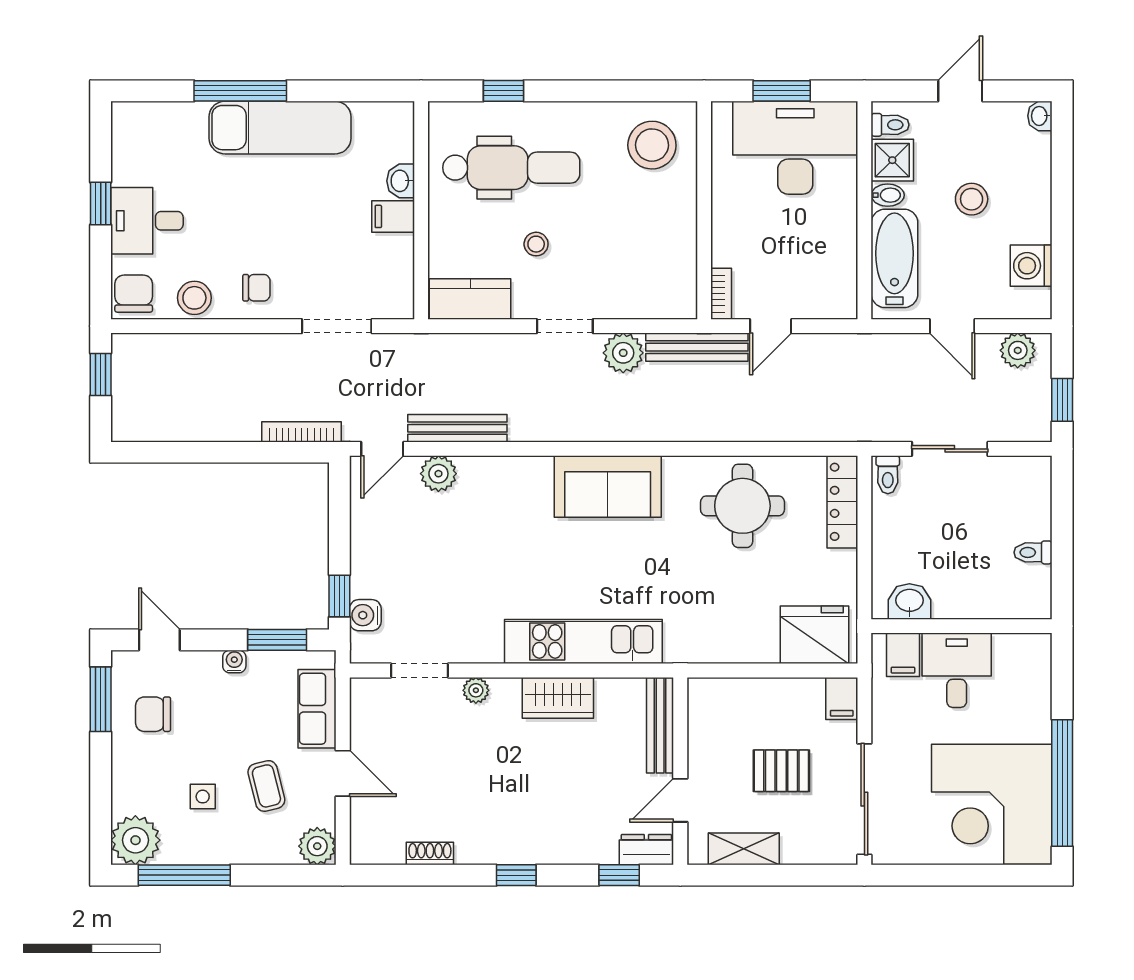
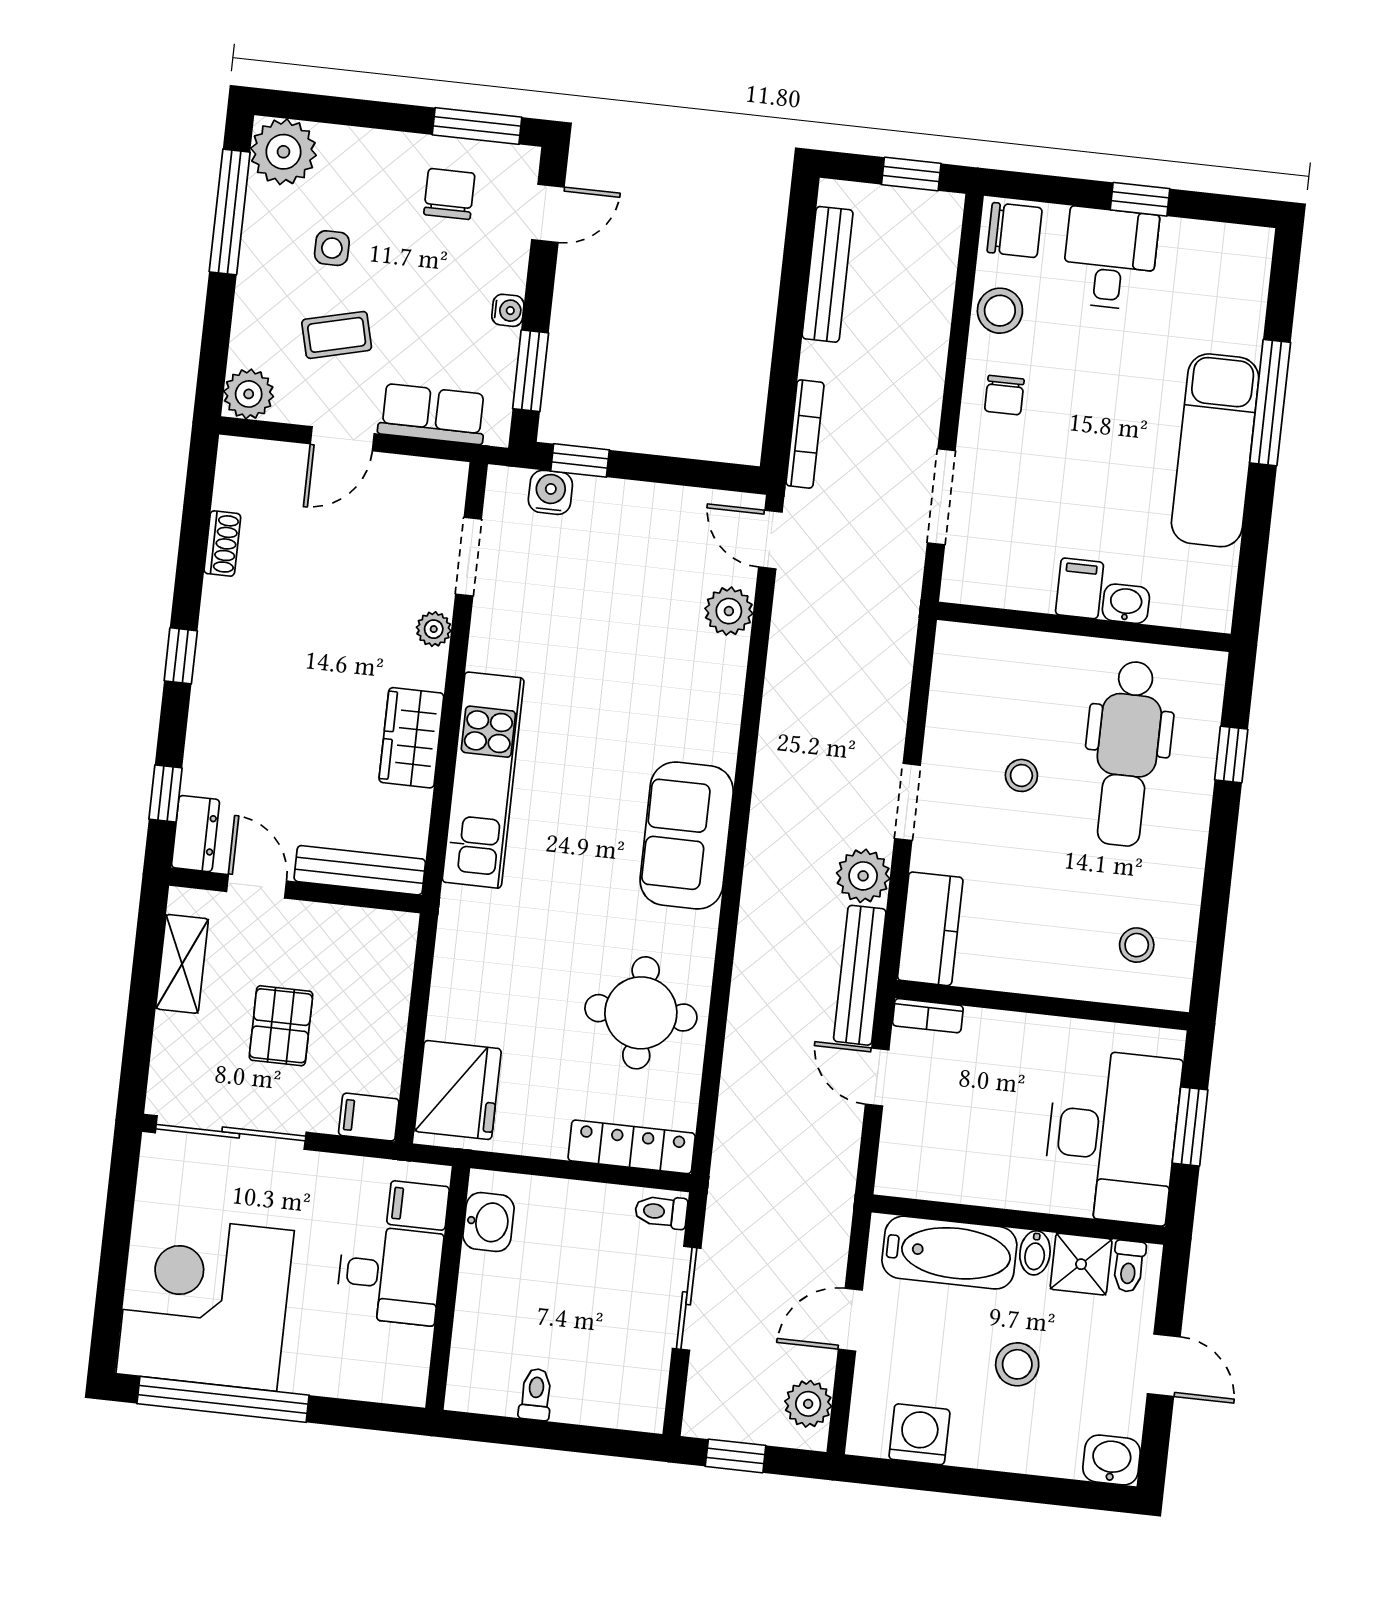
washbasin: (1040, 116) -> (1112, 1460), width x1.38, depth x1.45
stool: (652, 145) -> (1137, 945), width x0.53, depth x0.53
kitchen counter: (470, 299) -> (930, 929), moved
bench: (457, 428) -> (828, 274), moved

